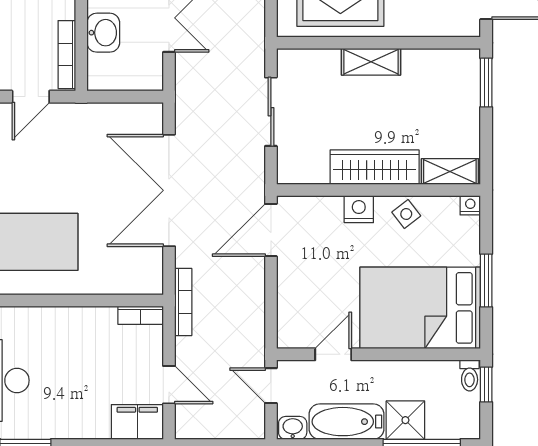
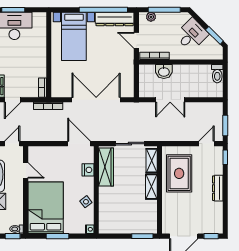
wardrobe: (375, 167) -> (106, 167), moved
shelving: (450, 172) -> (152, 161), moved
nightstand: (359, 209) -> (88, 170), moved

